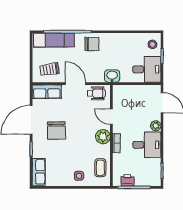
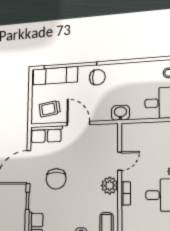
wheelchair: (96, 93) -> (102, 134), removed
door: (111, 117) -> (120, 161), swing flipped

